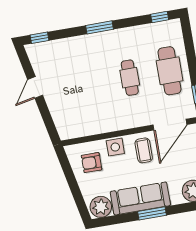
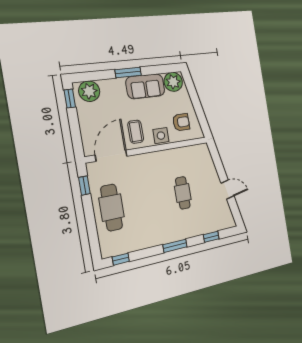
window: (39, 38) -> (211, 237), moved
cafe table: (130, 78) -> (183, 193), moved
door: (35, 87) -> (227, 190), hinge flipped
sofa: (140, 198) -> (145, 86), width x0.73

